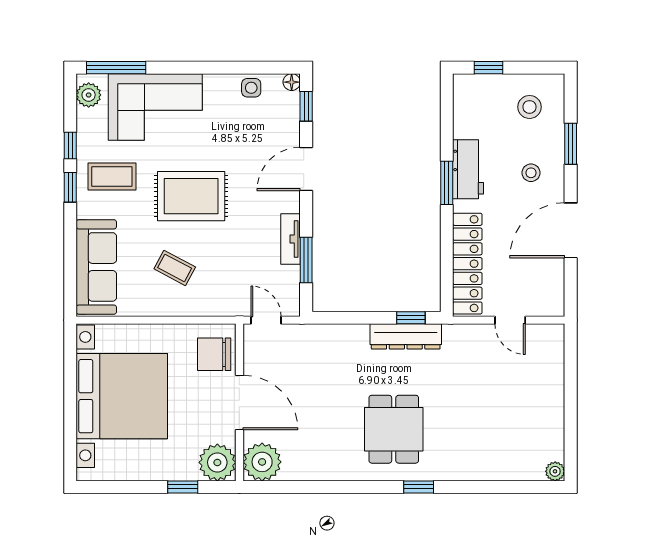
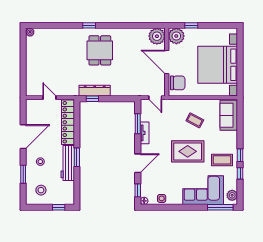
workbench: (468, 169) -> (68, 163), width x1.38
sofa: (96, 267) -> (229, 115), width x0.73

